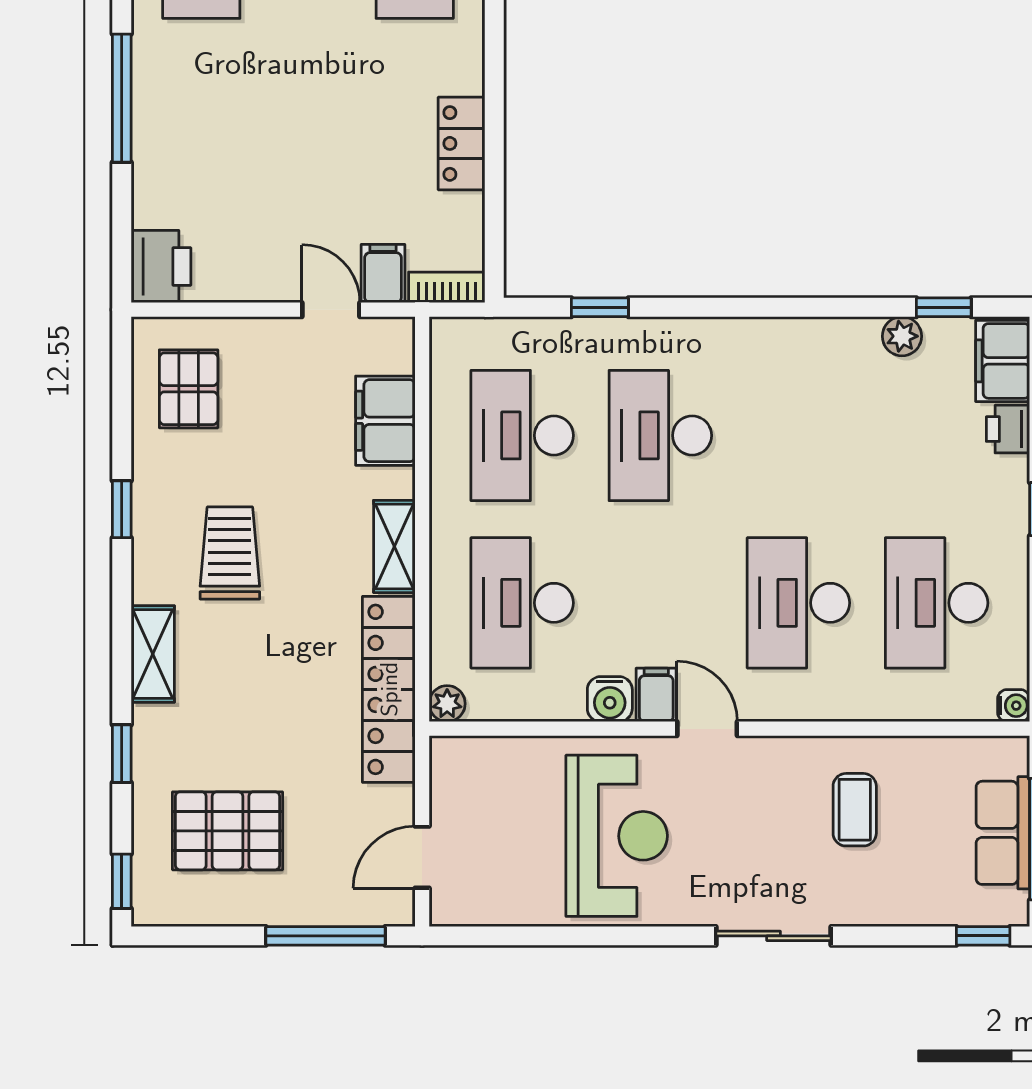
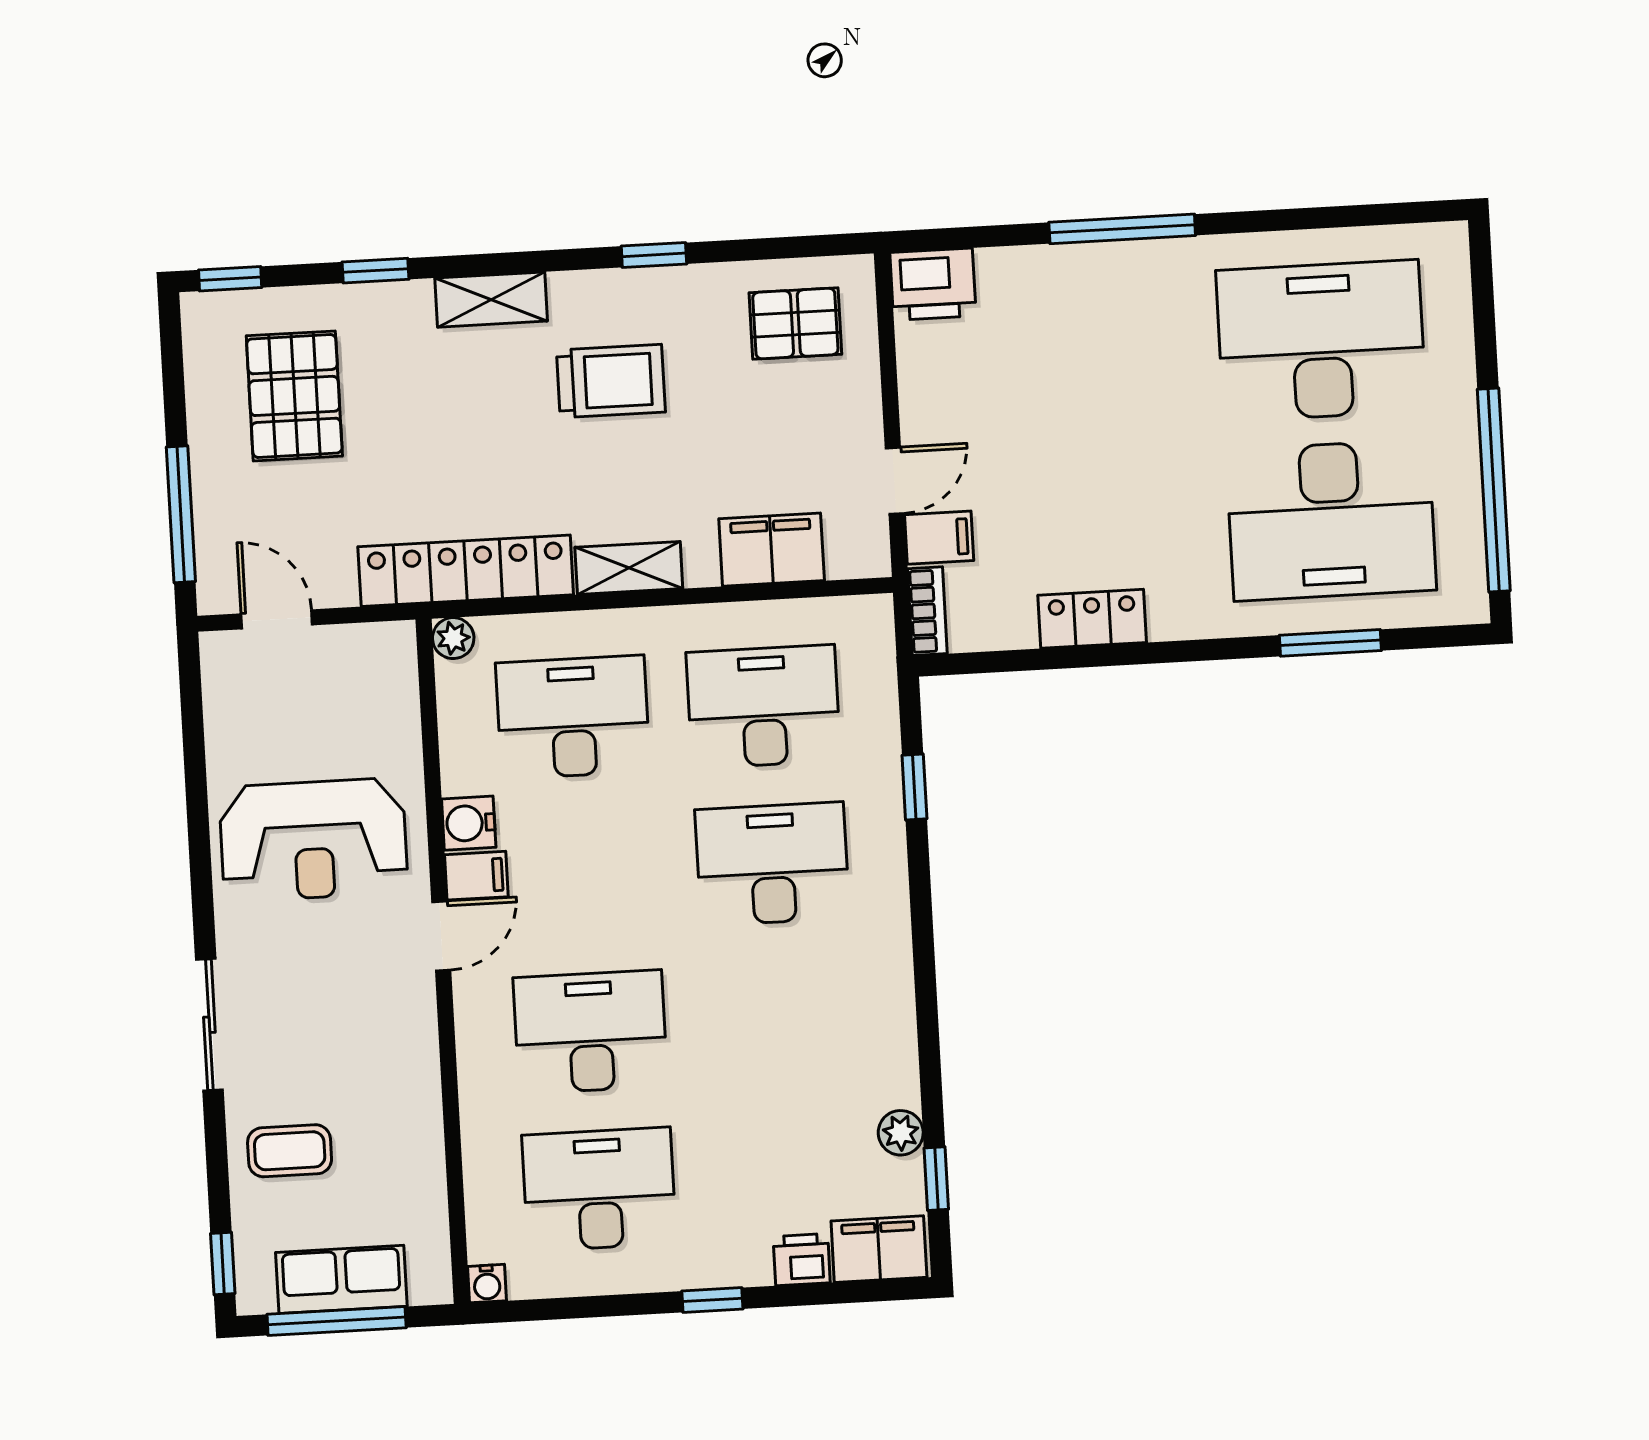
coffee table: (855, 810) -> (290, 1151), moved

